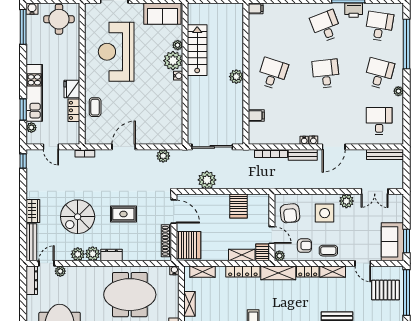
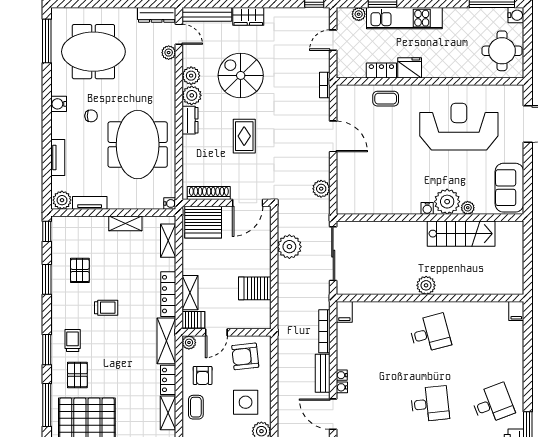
desk: (273, 74) -> (430, 333), turned -33
filing cabinet: (256, 116) -> (344, 312), moved

